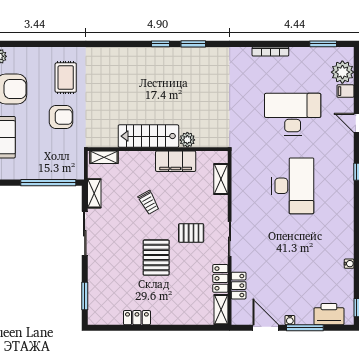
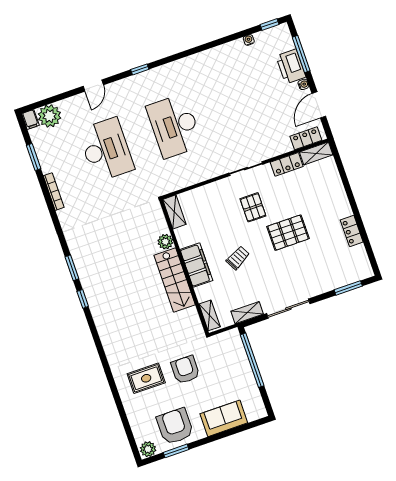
window: (323, 44) -> (34, 157), moved
filing cabinet: (345, 91) -> (30, 119), moved
desk: (293, 114) -> (106, 150), turned 180
filing cabinet: (176, 161) -> (196, 265), moved
shelving: (221, 179) -> (174, 212), moved, turned 90
desk: (293, 186) -> (174, 126), turned -90
water cooler: (349, 264) -> (249, 40), moved
locker: (239, 286) -> (306, 138), moved
printer: (329, 314) -> (291, 66), moved
window: (305, 328) -> (301, 54), moved

